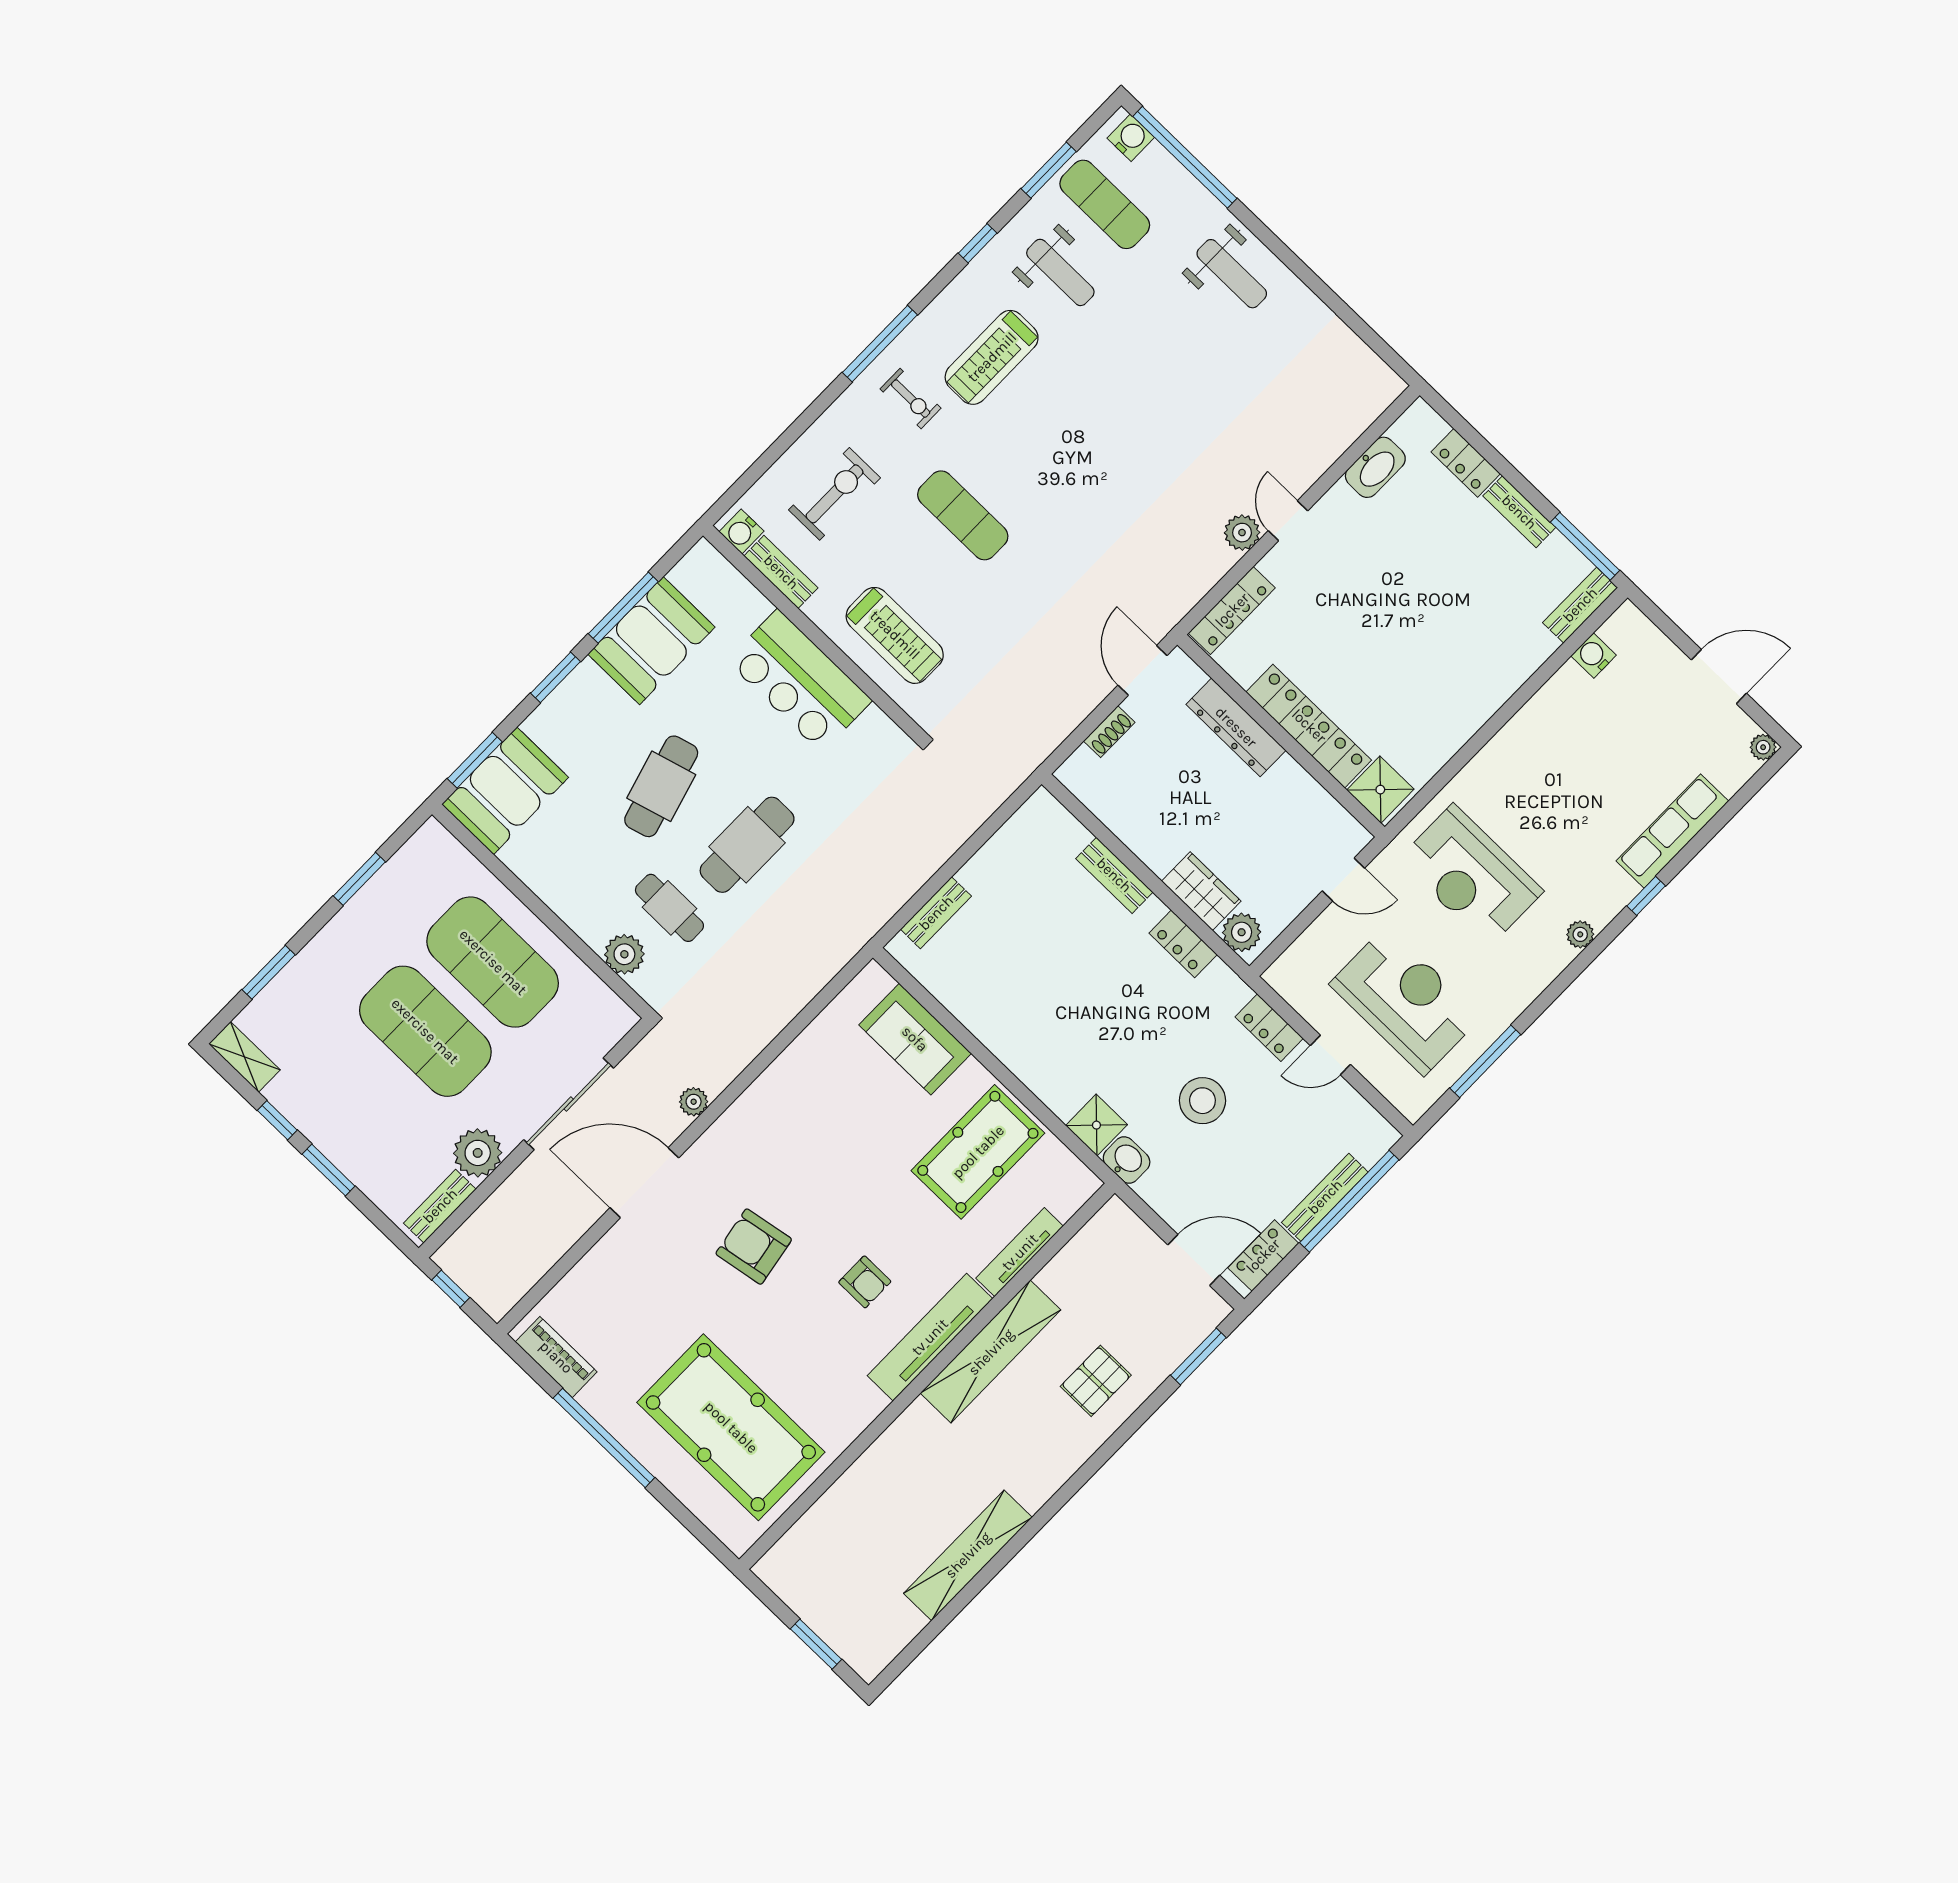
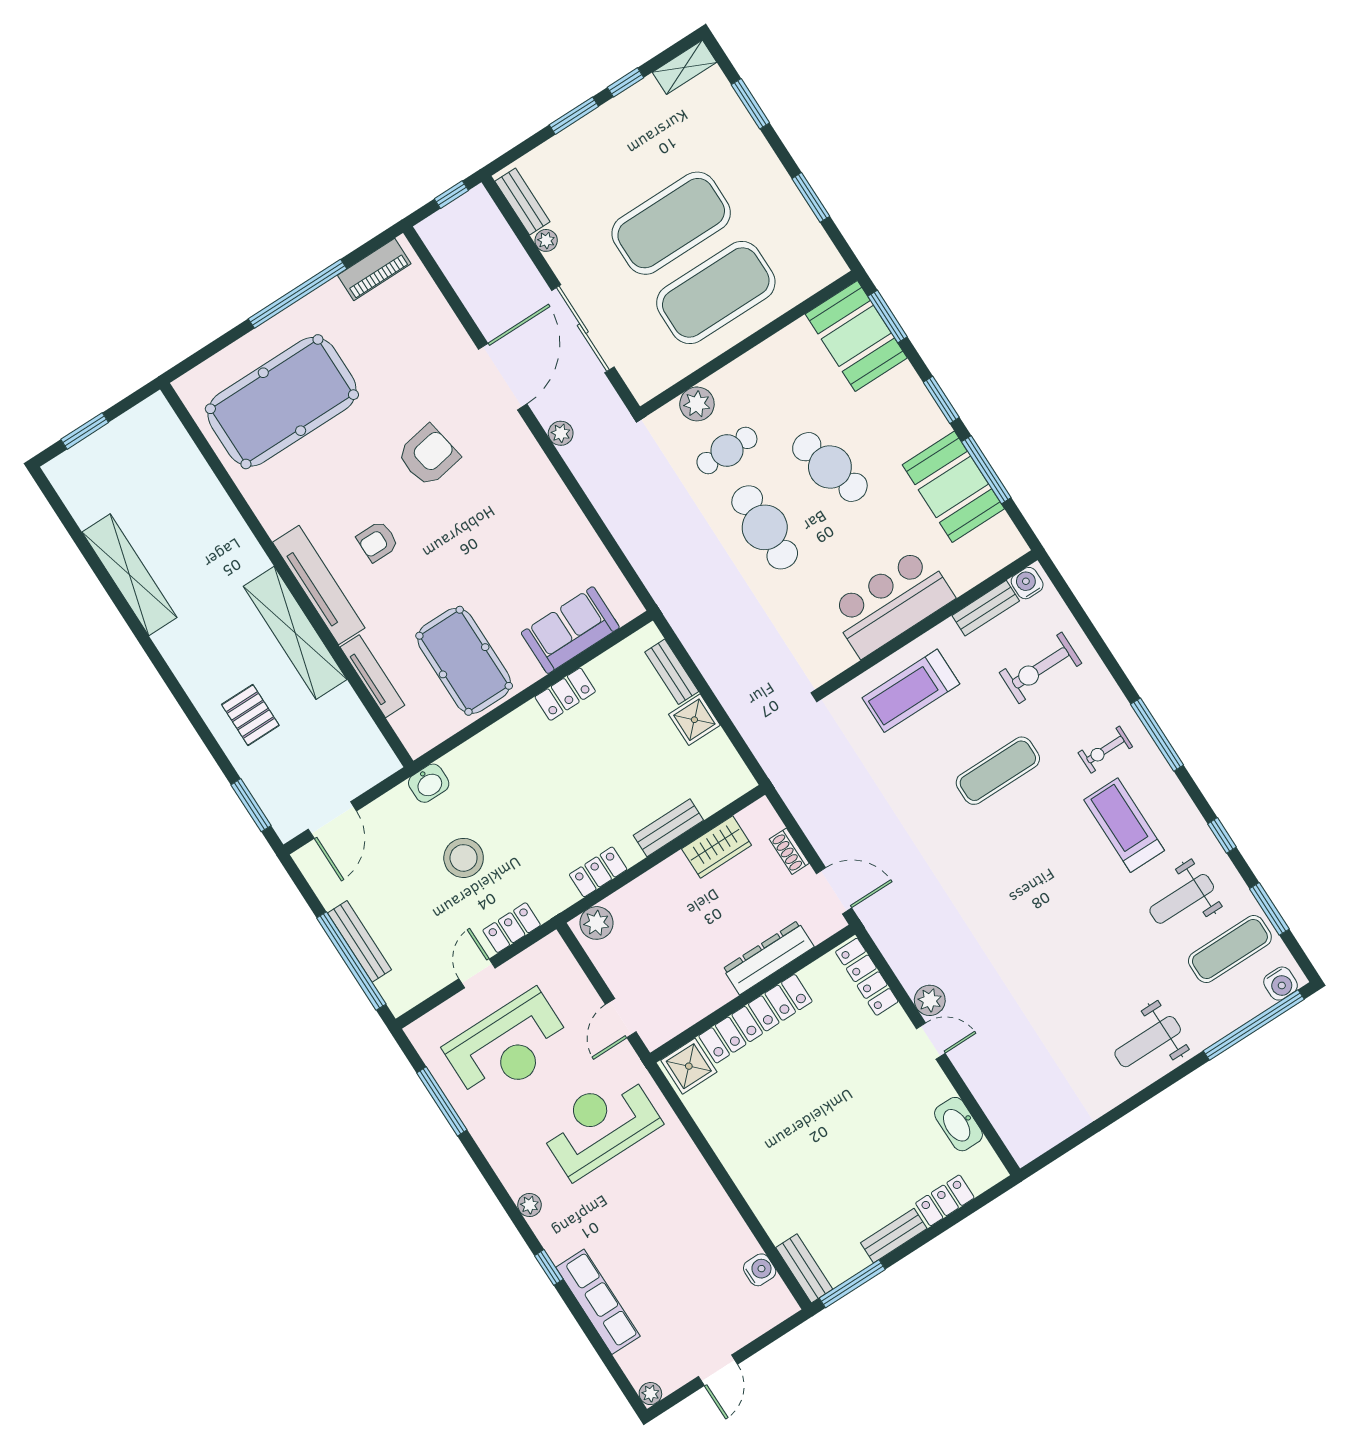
exercise bike: (835, 494) -> (1040, 668), turned 90
door: (1719, 677) -> (718, 1370), width x0.73
wardrobe: (1201, 891) -> (717, 847), moved
shower: (1096, 1125) -> (694, 720), moved
plant: (478, 1153) -> (546, 240), width x0.53, depth x0.53
locker: (1263, 1256) -> (565, 694), moved, turned 90

